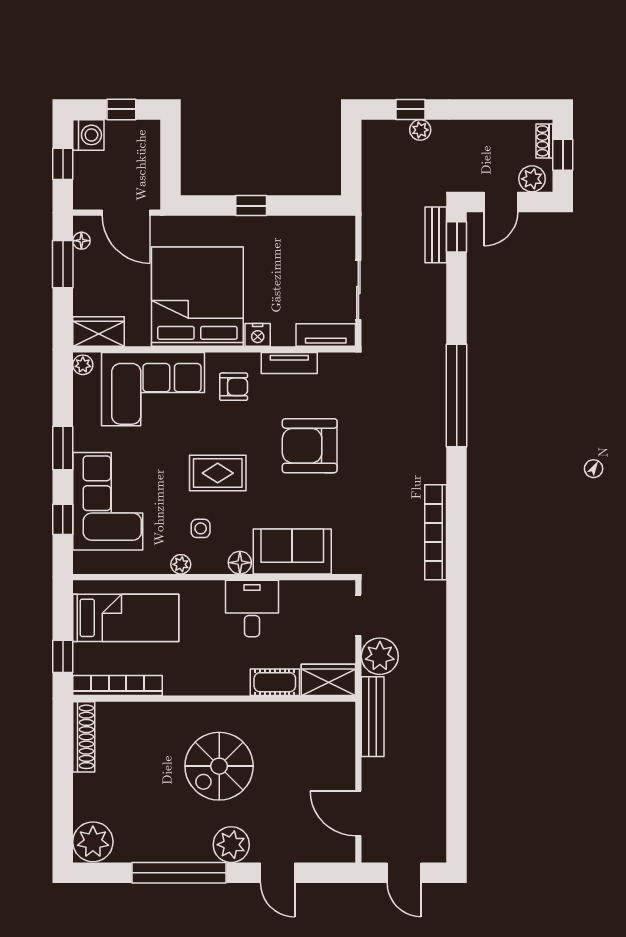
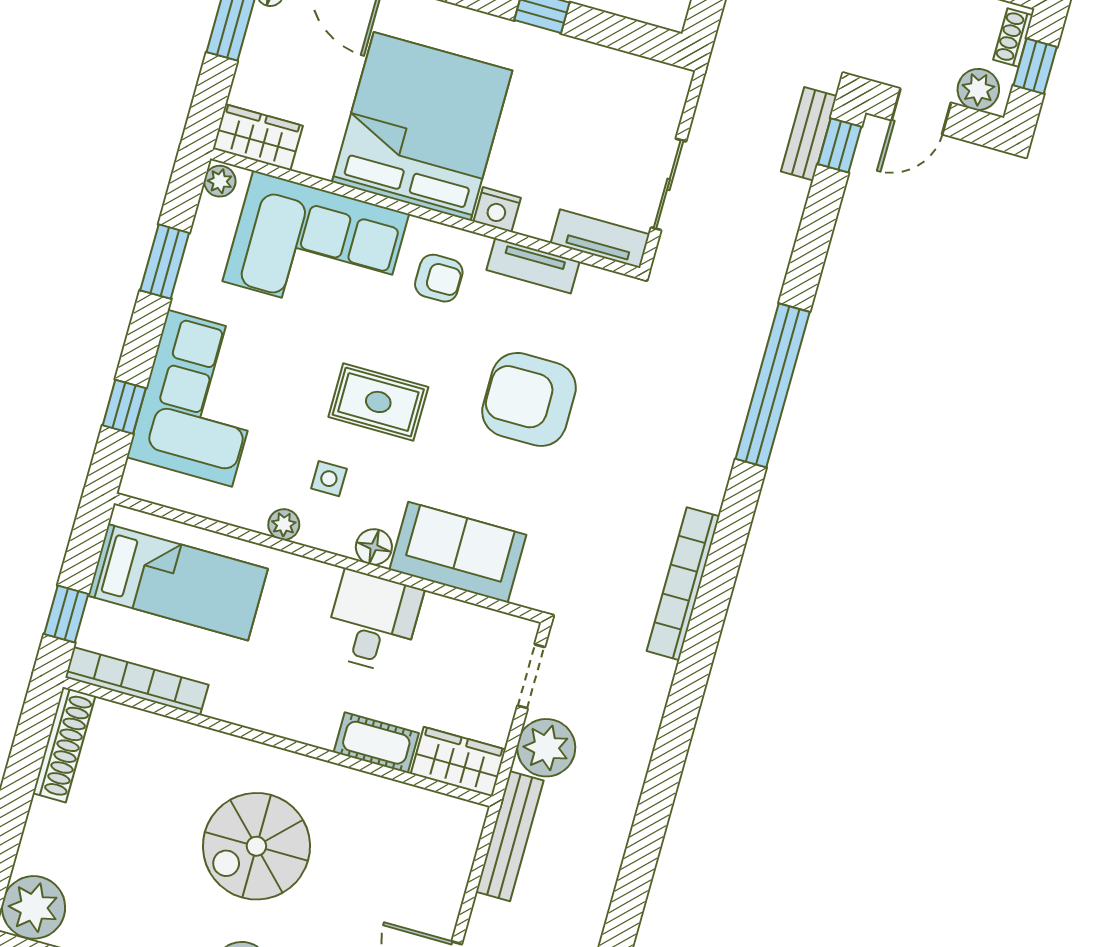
window: (63, 448) -> (165, 262), moved

